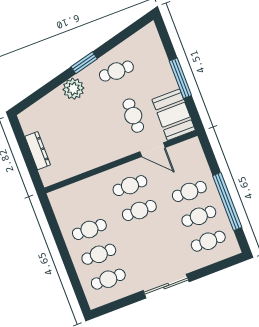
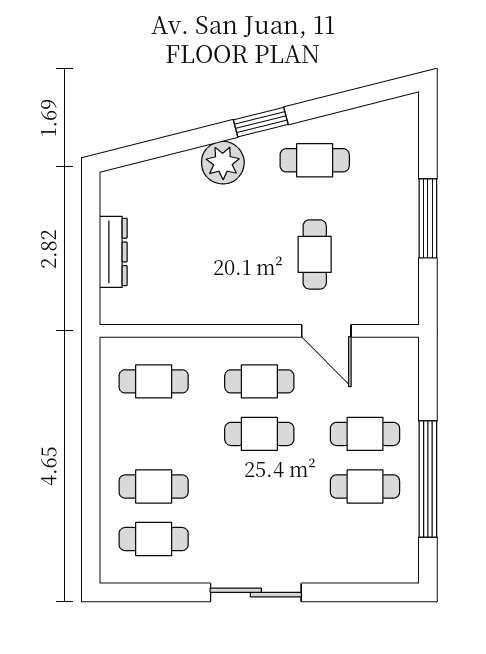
booth: (174, 115) -> (390, 281), removed
cafe table: (89, 229) -> (154, 381), moved
cafe table: (208, 241) -> (365, 539), removed

